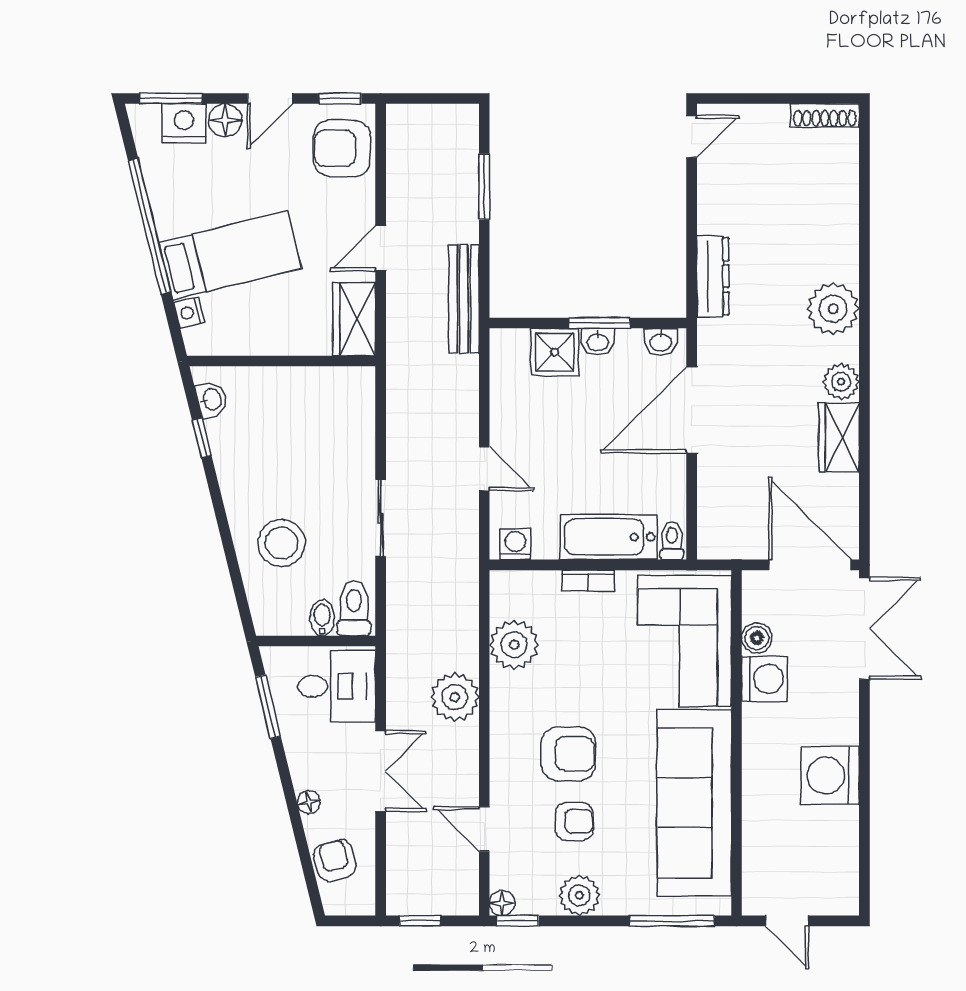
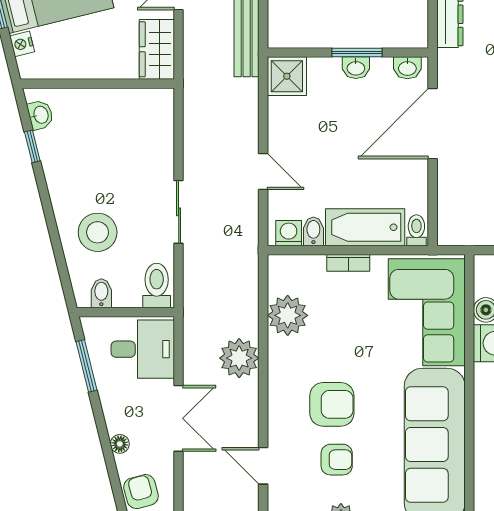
shower: (555, 352) -> (287, 76), moved
bidet: (546, 542) -> (313, 231), added
bidet: (322, 618) -> (101, 293), moved

